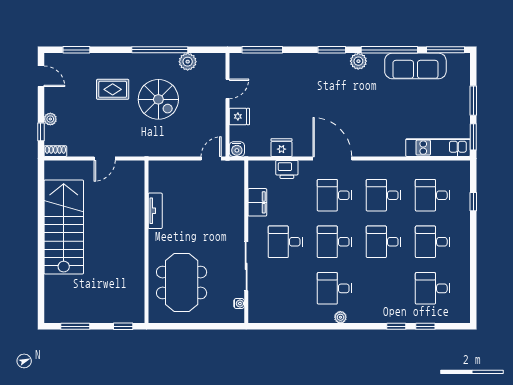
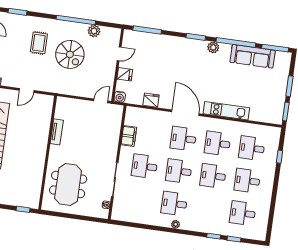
rug: (113, 89) -> (39, 43), turned 90
kitchen unit: (438, 148) -> (226, 111), moved
printer: (287, 170) -> (153, 116), removed

